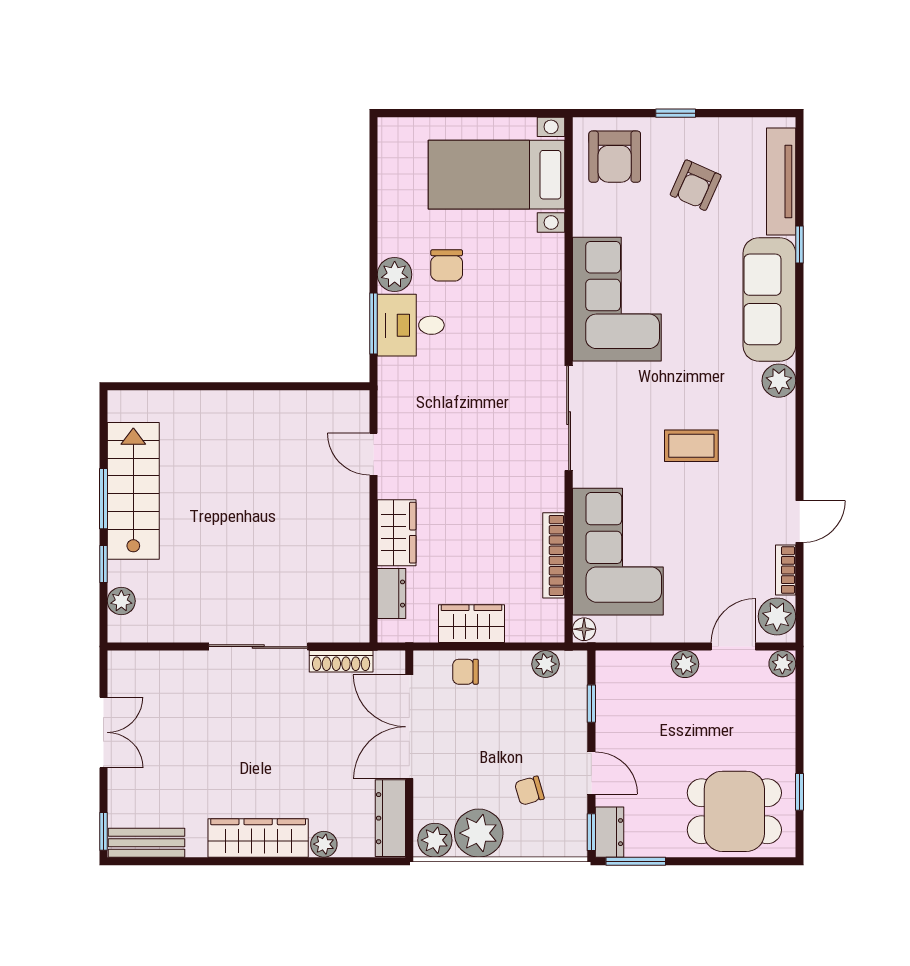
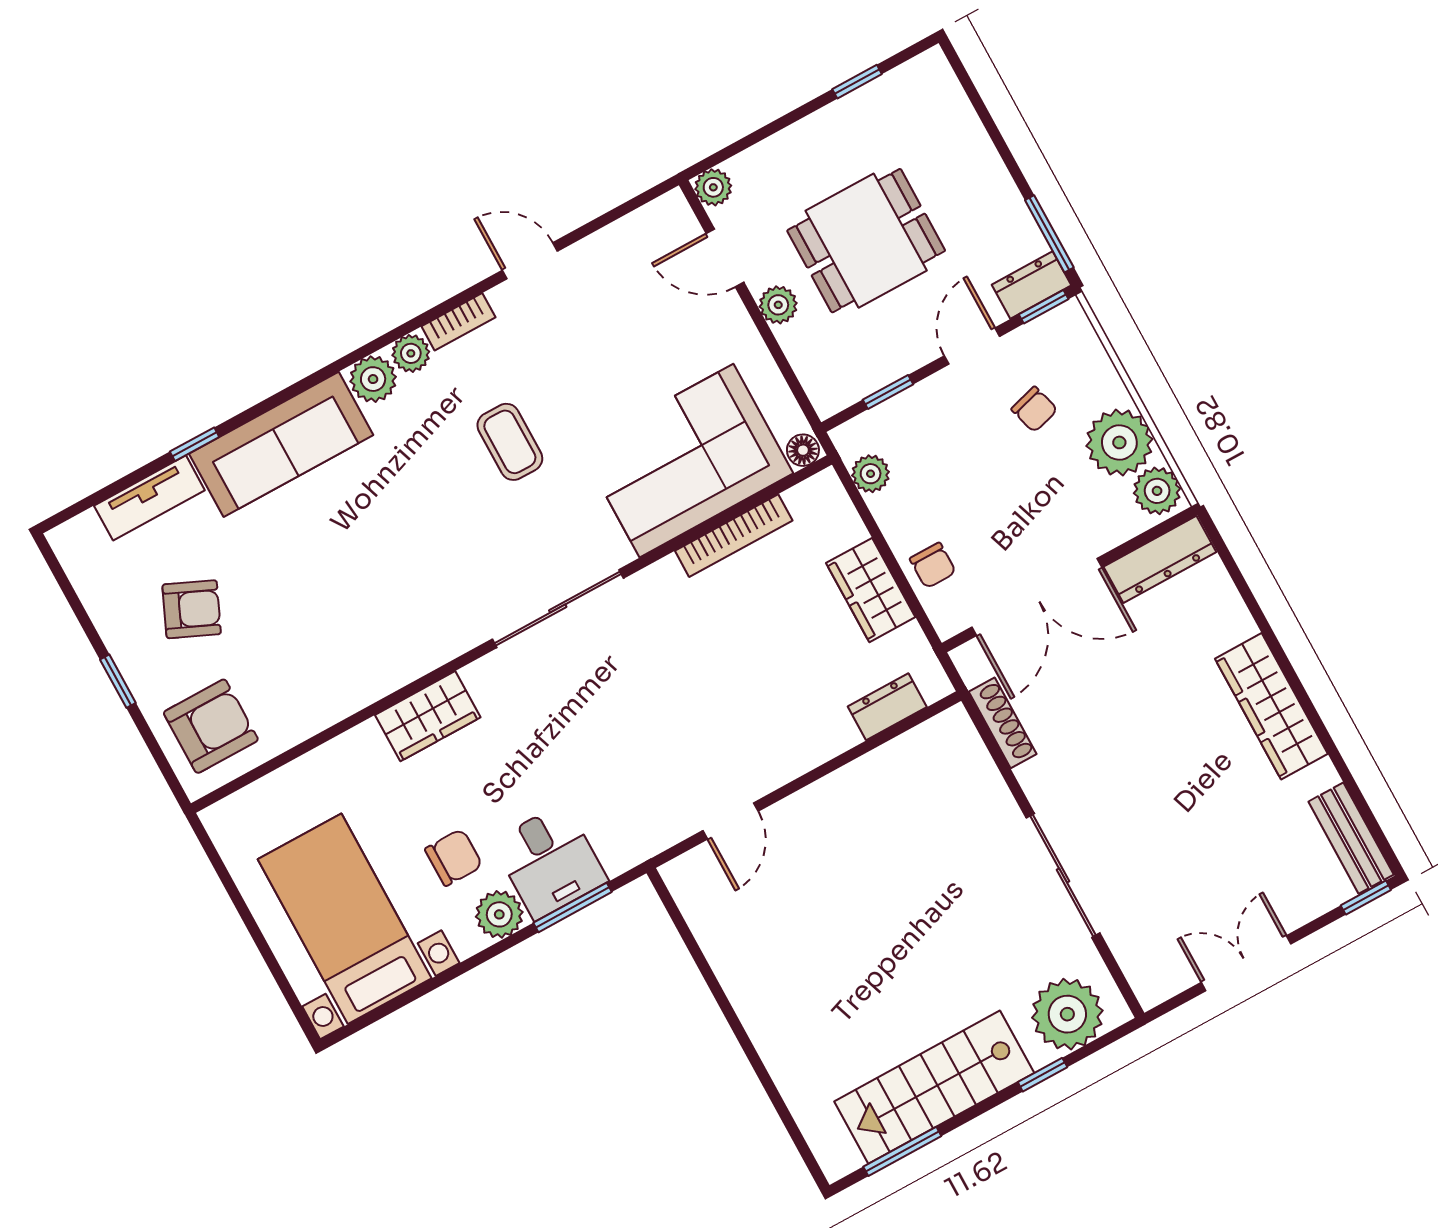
bed with nightstands: (497, 175) -> (345, 919), moved, turned 180
tv unit: (781, 181) -> (149, 498), width x0.71
corner sofa: (617, 299) -> (382, 629), removed
window: (104, 499) -> (902, 1151), moved
wardrobe: (397, 533) -> (428, 716), moved, turned 180
bookcase: (786, 570) -> (458, 322), moved
plant: (121, 601) -> (1067, 1014), width x1.88, depth x1.88
plant: (777, 616) -> (411, 353), moved, width x0.73, depth x0.73
sliding door: (258, 647) -> (1063, 875), moved
dining table: (734, 811) -> (866, 241), moved, turned 90
plant: (324, 844) -> (1235, 623), removed

